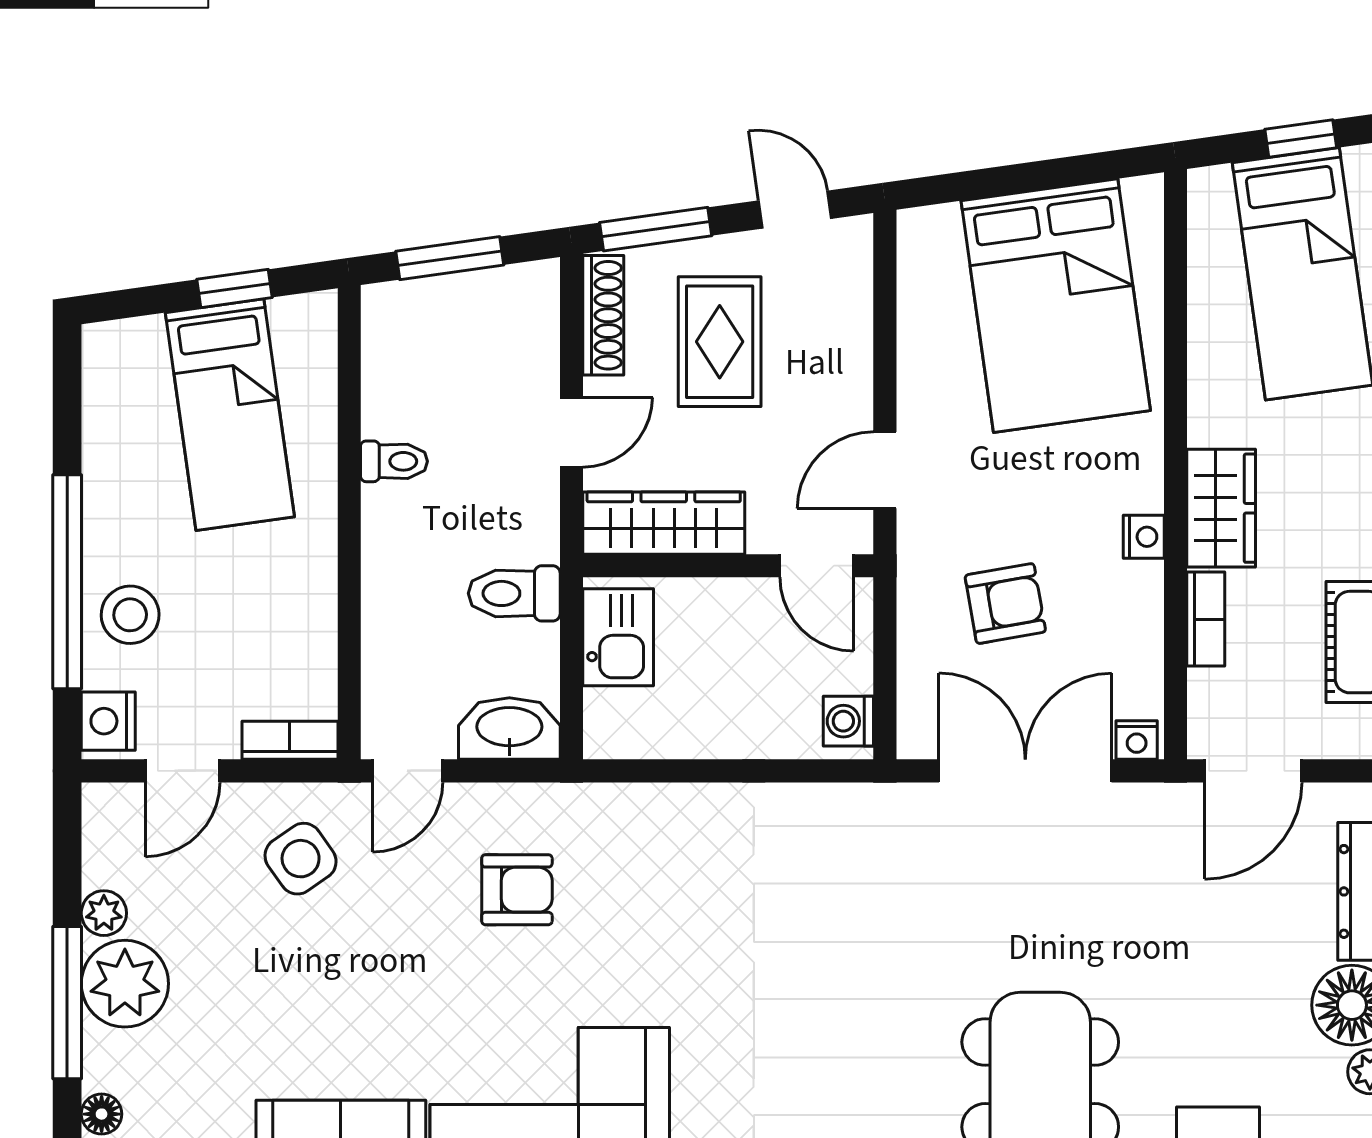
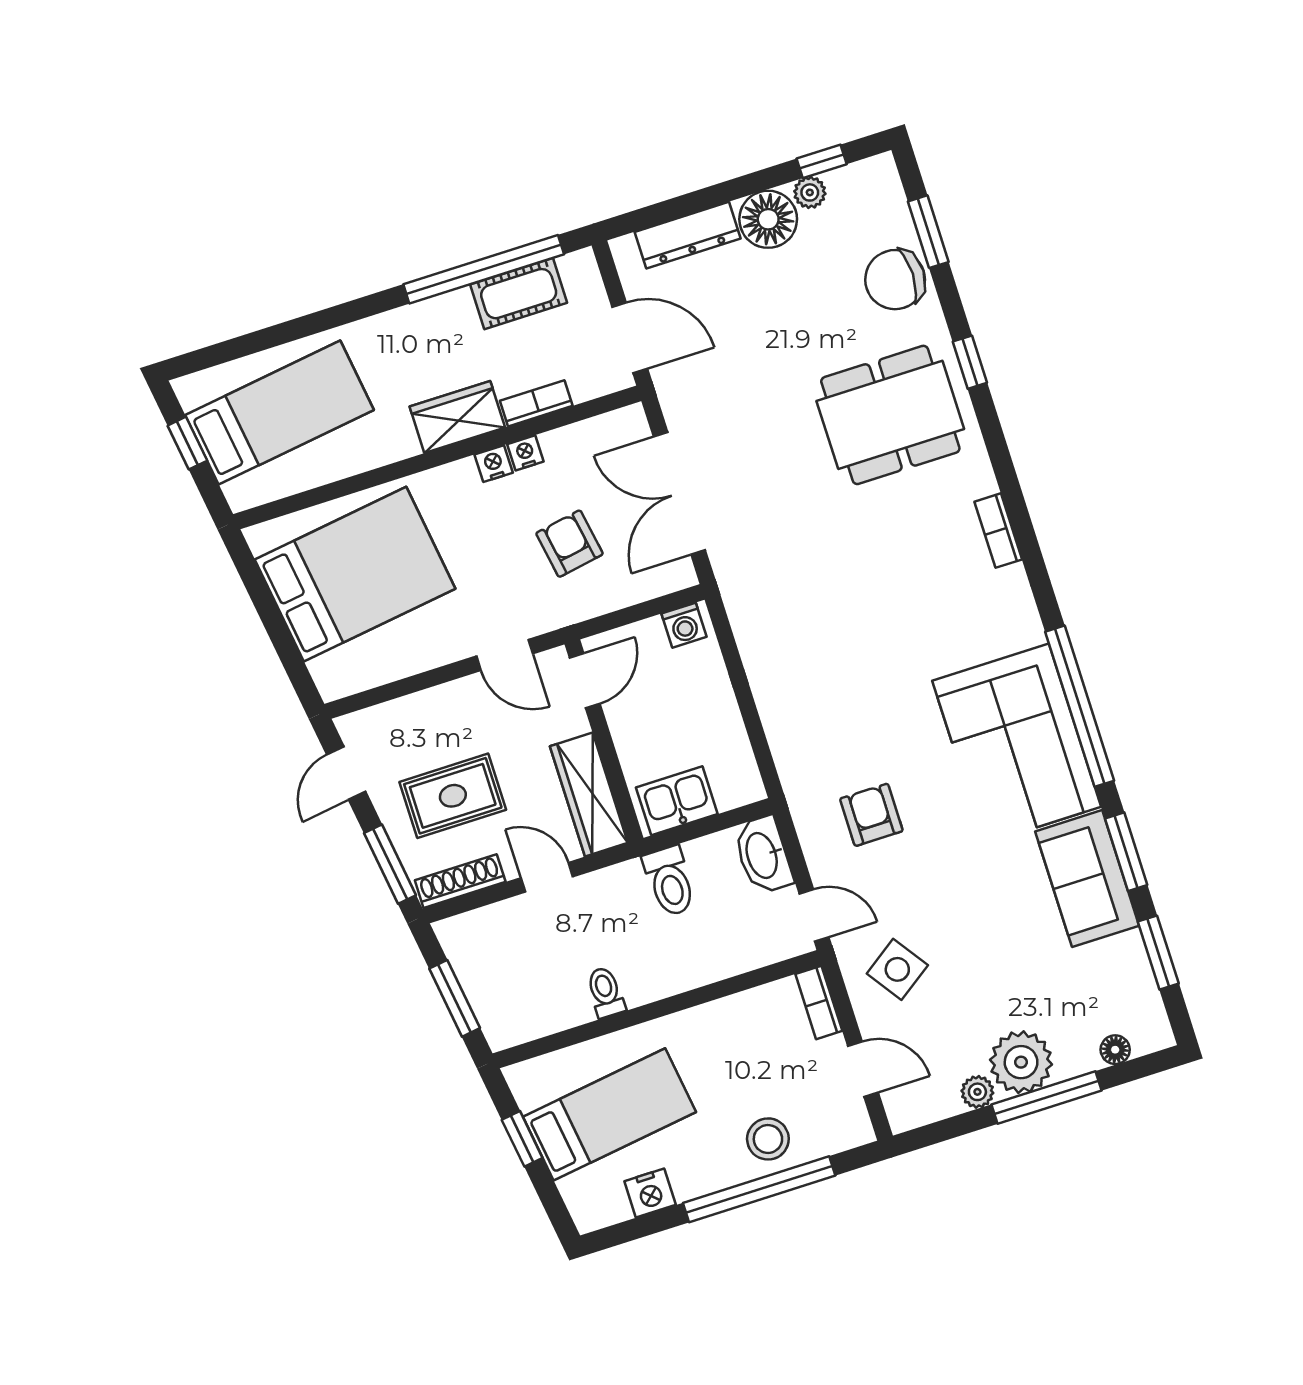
nightstand: (108, 721) -> (650, 1193), moved
nightstand: (1137, 740) -> (525, 453), moved, turned -90

